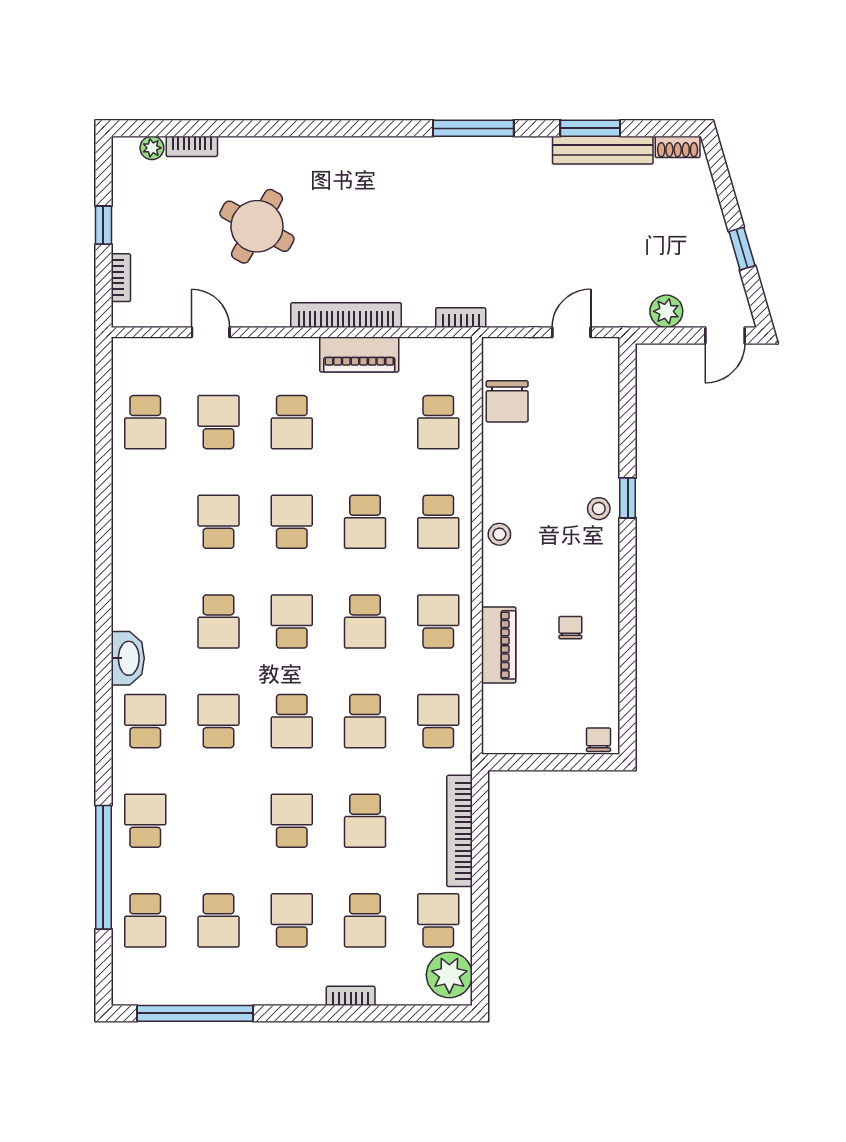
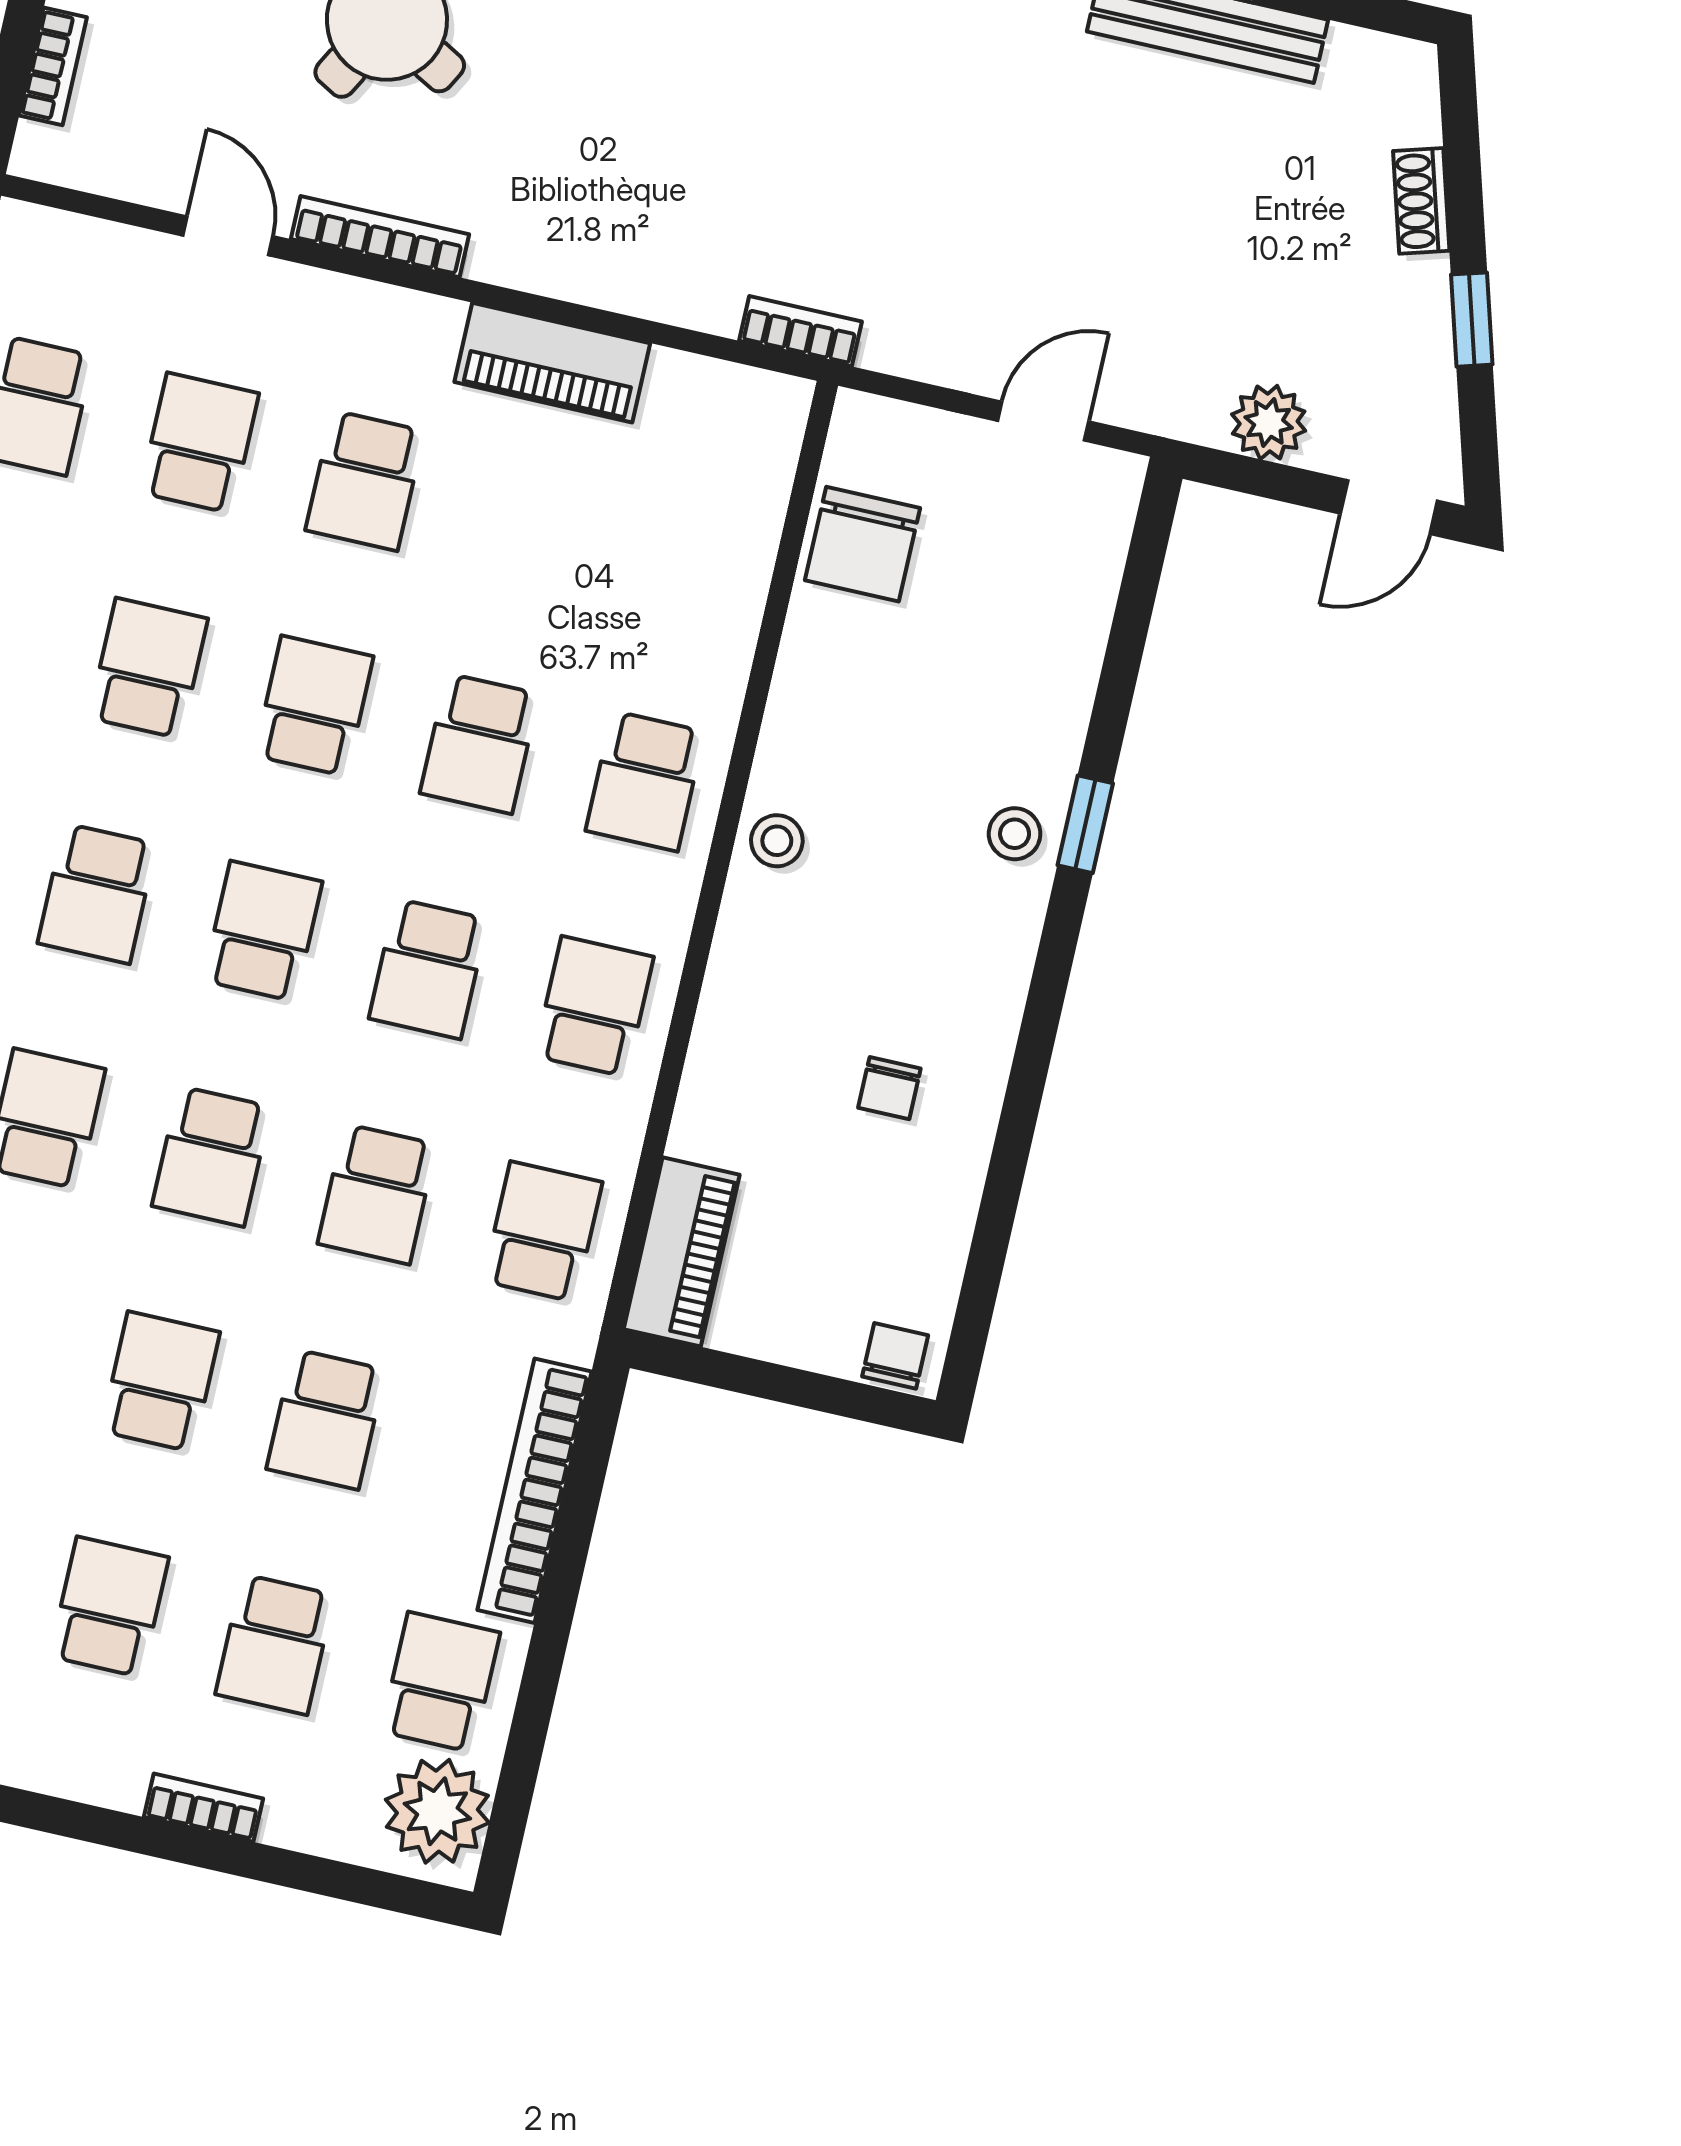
shoe rack: (678, 147) -> (1421, 201), moved, turned 74
bookcase: (346, 315) -> (380, 237), moved, width x0.68, depth x0.76
school desk: (438, 422) -> (696, 556), removed
chair: (570, 628) -> (889, 1088), turned 180
piano: (499, 645) -> (682, 1252), moved

